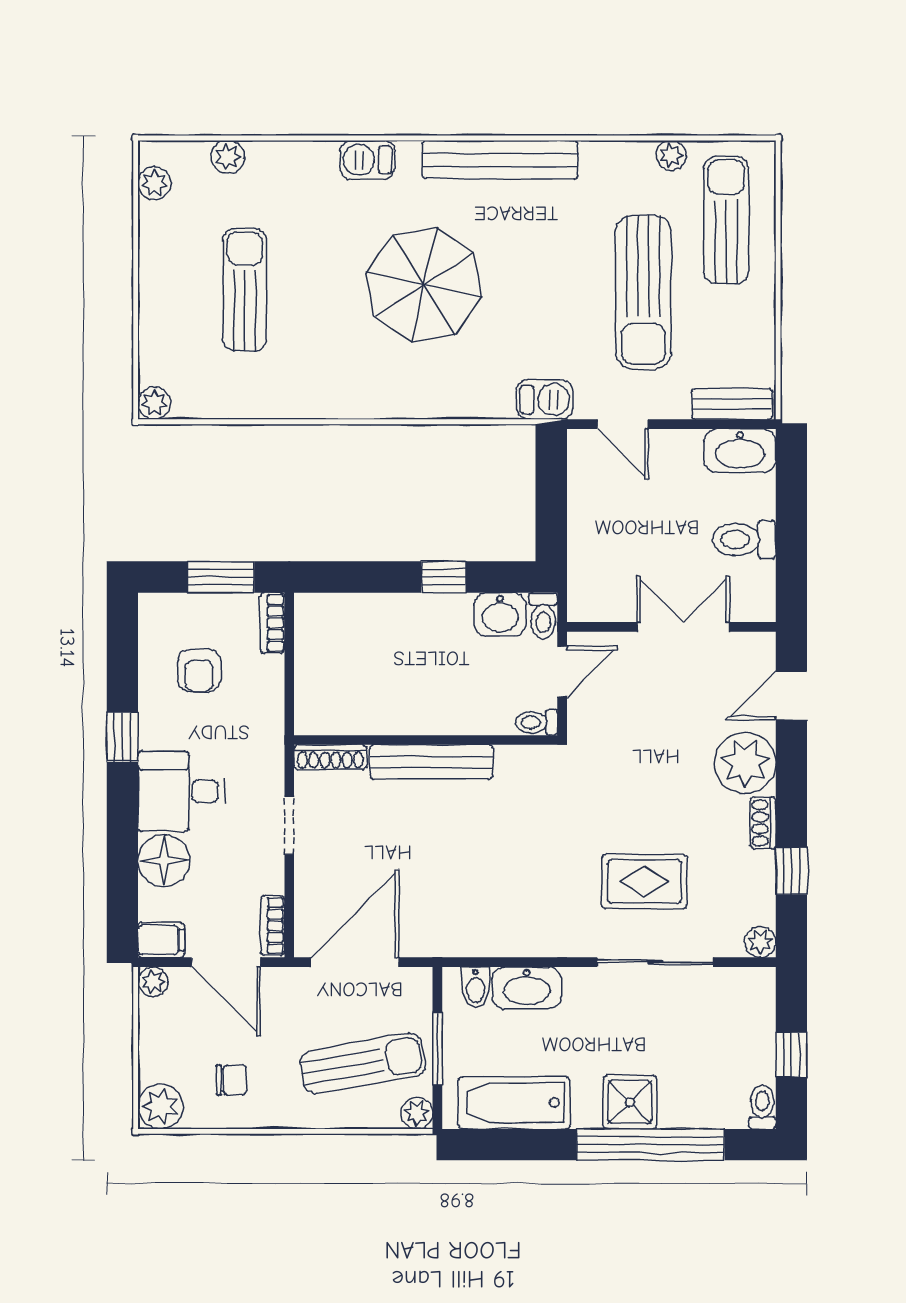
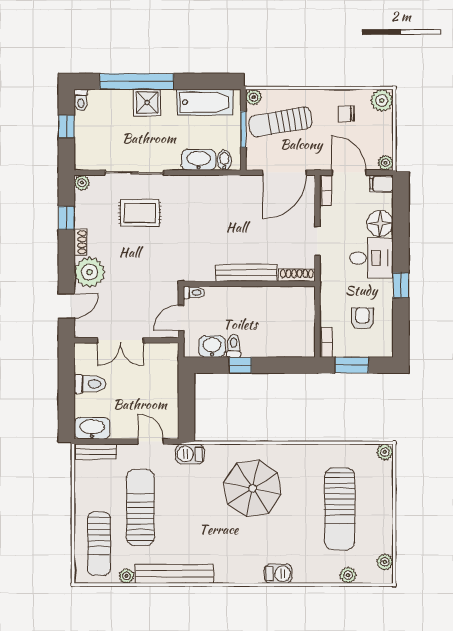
bench: (500, 160) -> (174, 574), moved
parasol: (424, 285) -> (252, 488), moved
sun lounger: (245, 290) -> (340, 509), width x1.36, depth x1.34
toilet: (543, 616) -> (234, 346), moved

